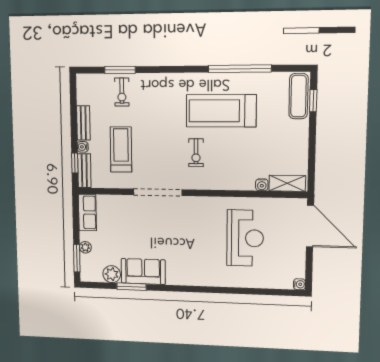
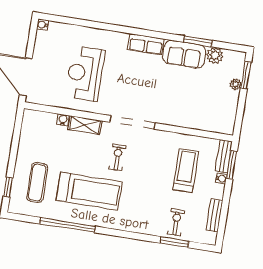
exercise mat: (298, 96) -> (37, 183), moved
bench: (83, 123) -> (214, 215), moved
treadmill: (121, 150) -> (186, 171), turned 180
window: (75, 163) -> (232, 165), width x1.50
shelving: (287, 183) -> (85, 125), moved
doorway: (158, 192) -> (132, 122), moved
row of seats: (87, 212) -> (146, 44), moved, turned -90

